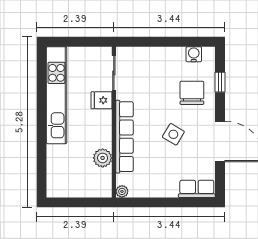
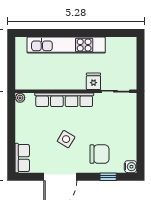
water cooler: (194, 54) -> (131, 167), moved
kitchen unit: (57, 95) -> (66, 45), moved
plant: (103, 158) -> (47, 82), removed

